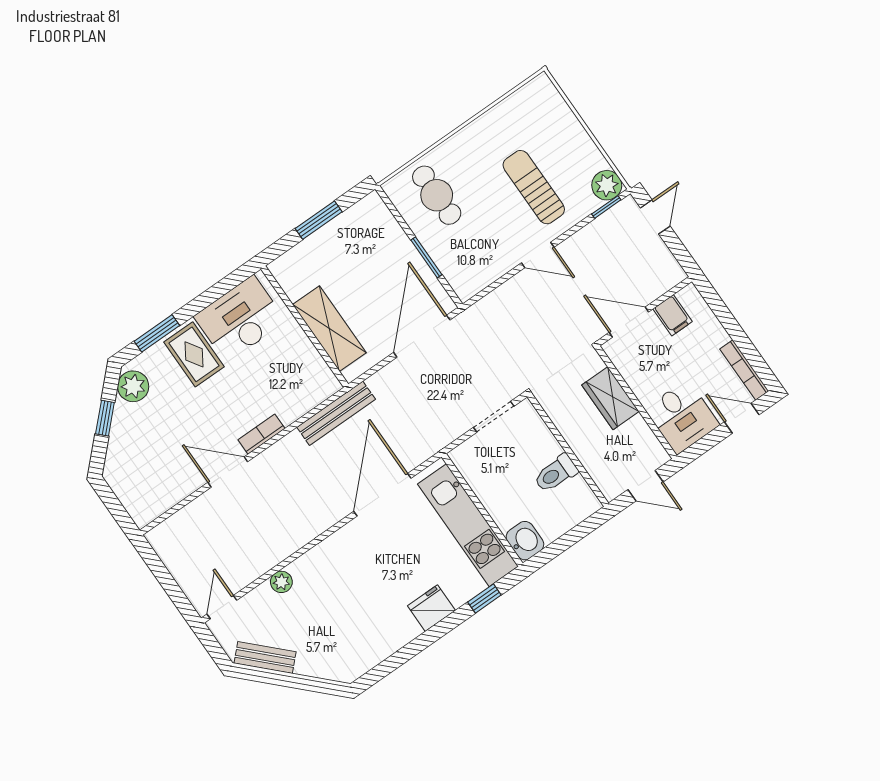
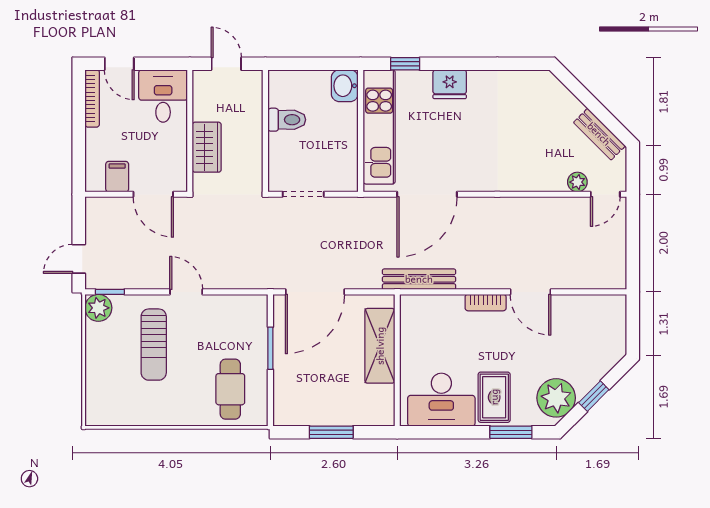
plant: (133, 386) -> (556, 398), width x1.36, depth x1.36
plant: (281, 582) -> (577, 182), moved

